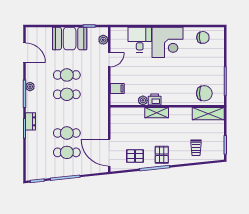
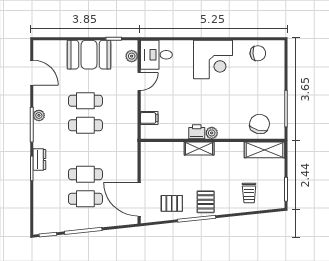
desk: (140, 40) -> (156, 55), moved, turned -90
chair: (204, 93) -> (260, 124), turned -75
plant: (143, 100) -> (212, 133), moved

